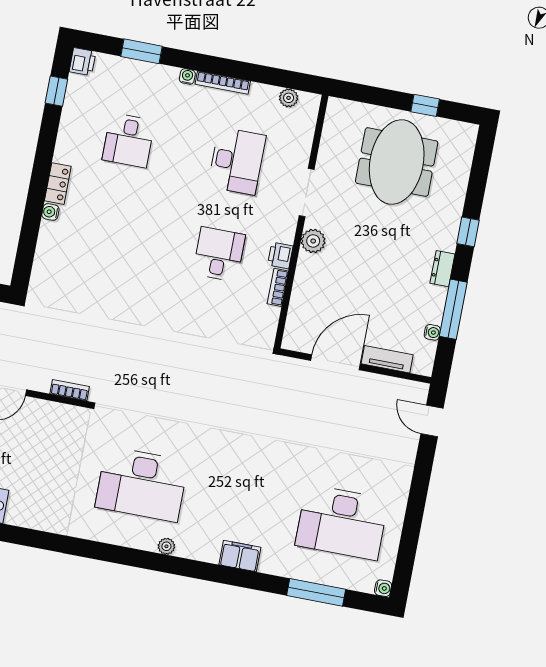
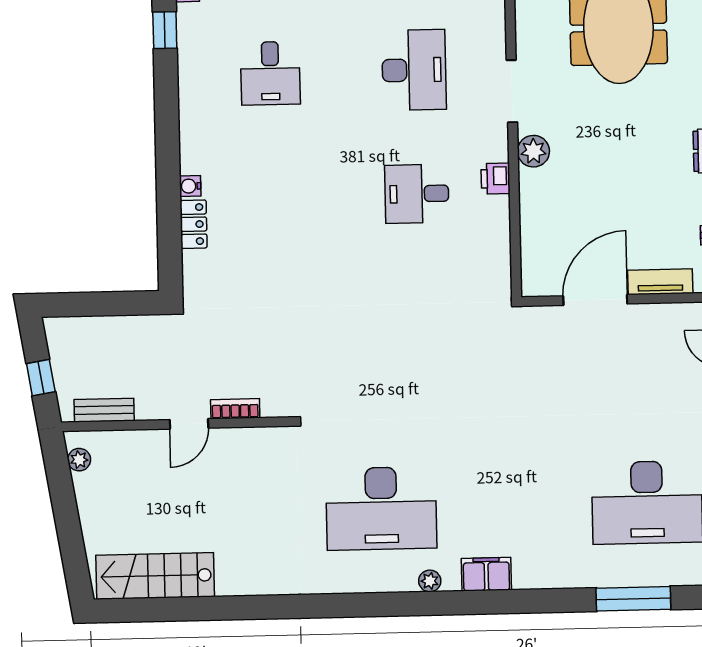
locker: (58, 184) -> (194, 224), moved
desk: (219, 254) -> (417, 194), turned -90
bookcase: (278, 287) -> (501, 220), removed
bookcase: (70, 390) -> (235, 409), moved
filing cabinet: (240, 556) -> (486, 574), moved

